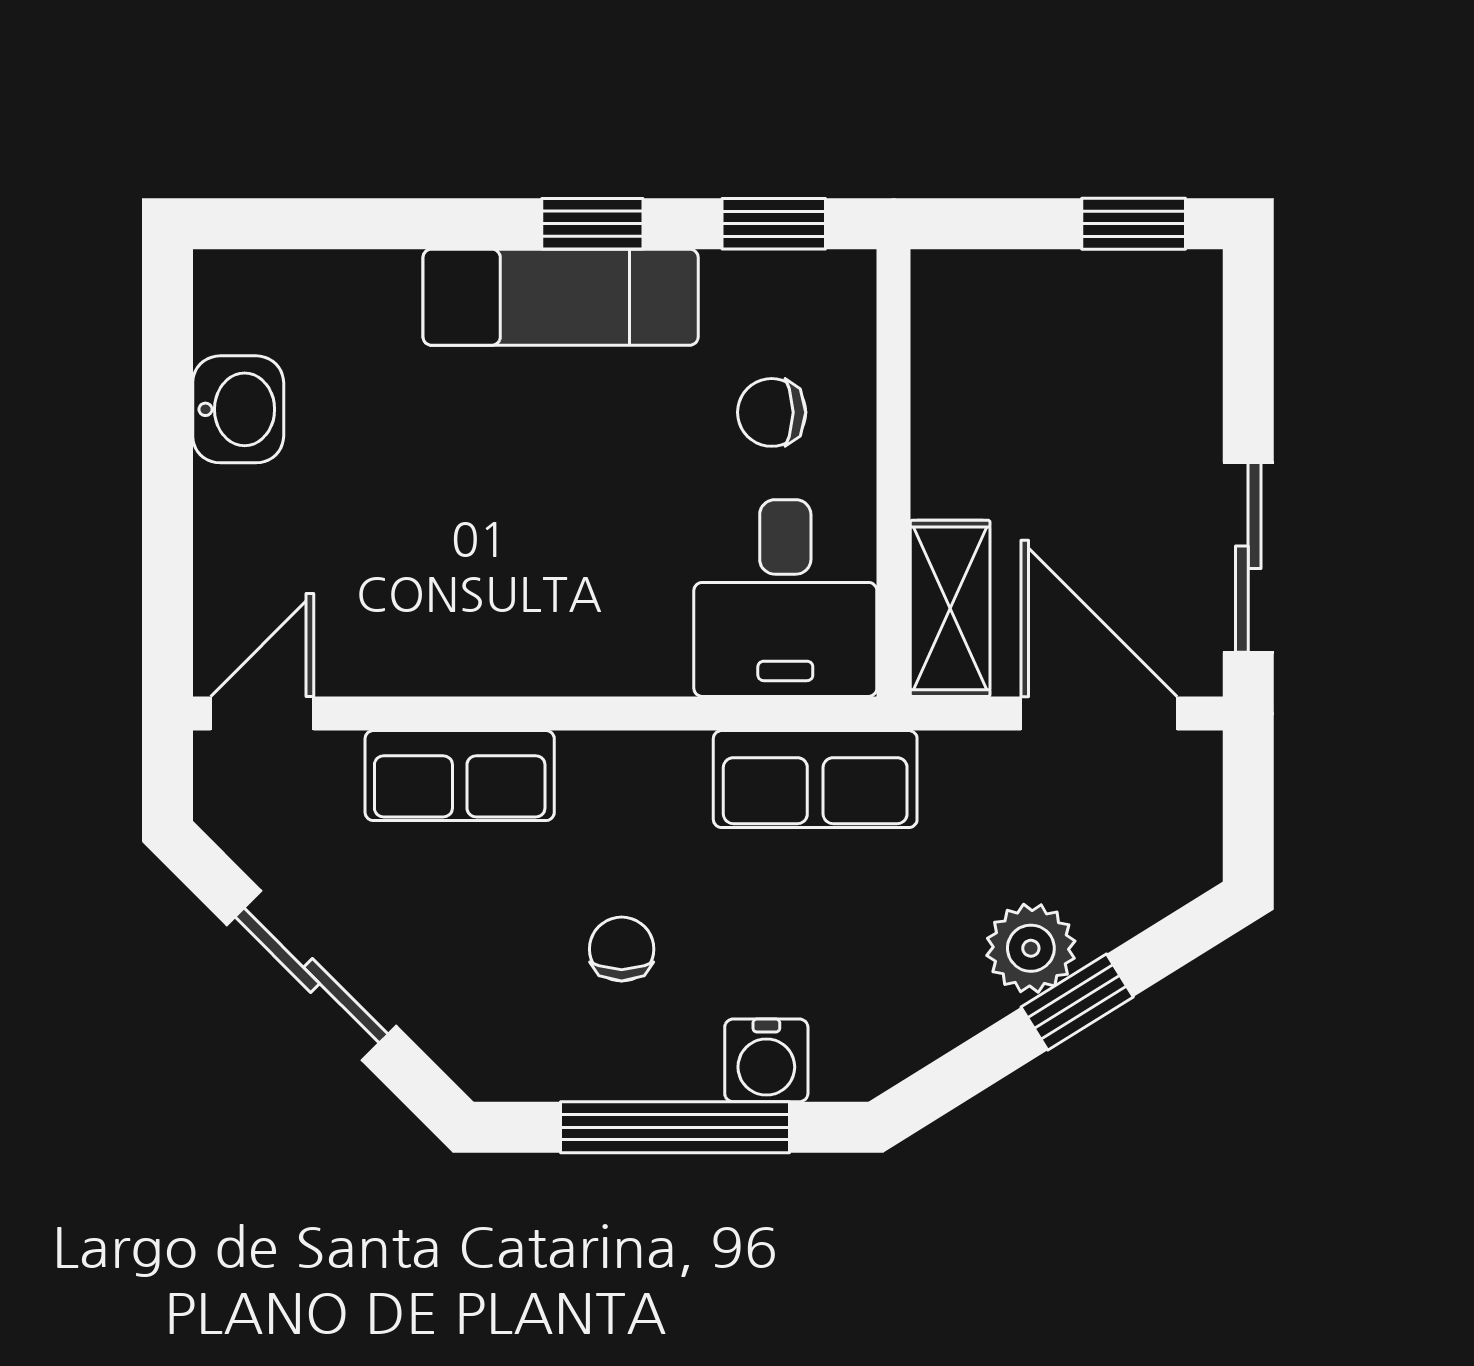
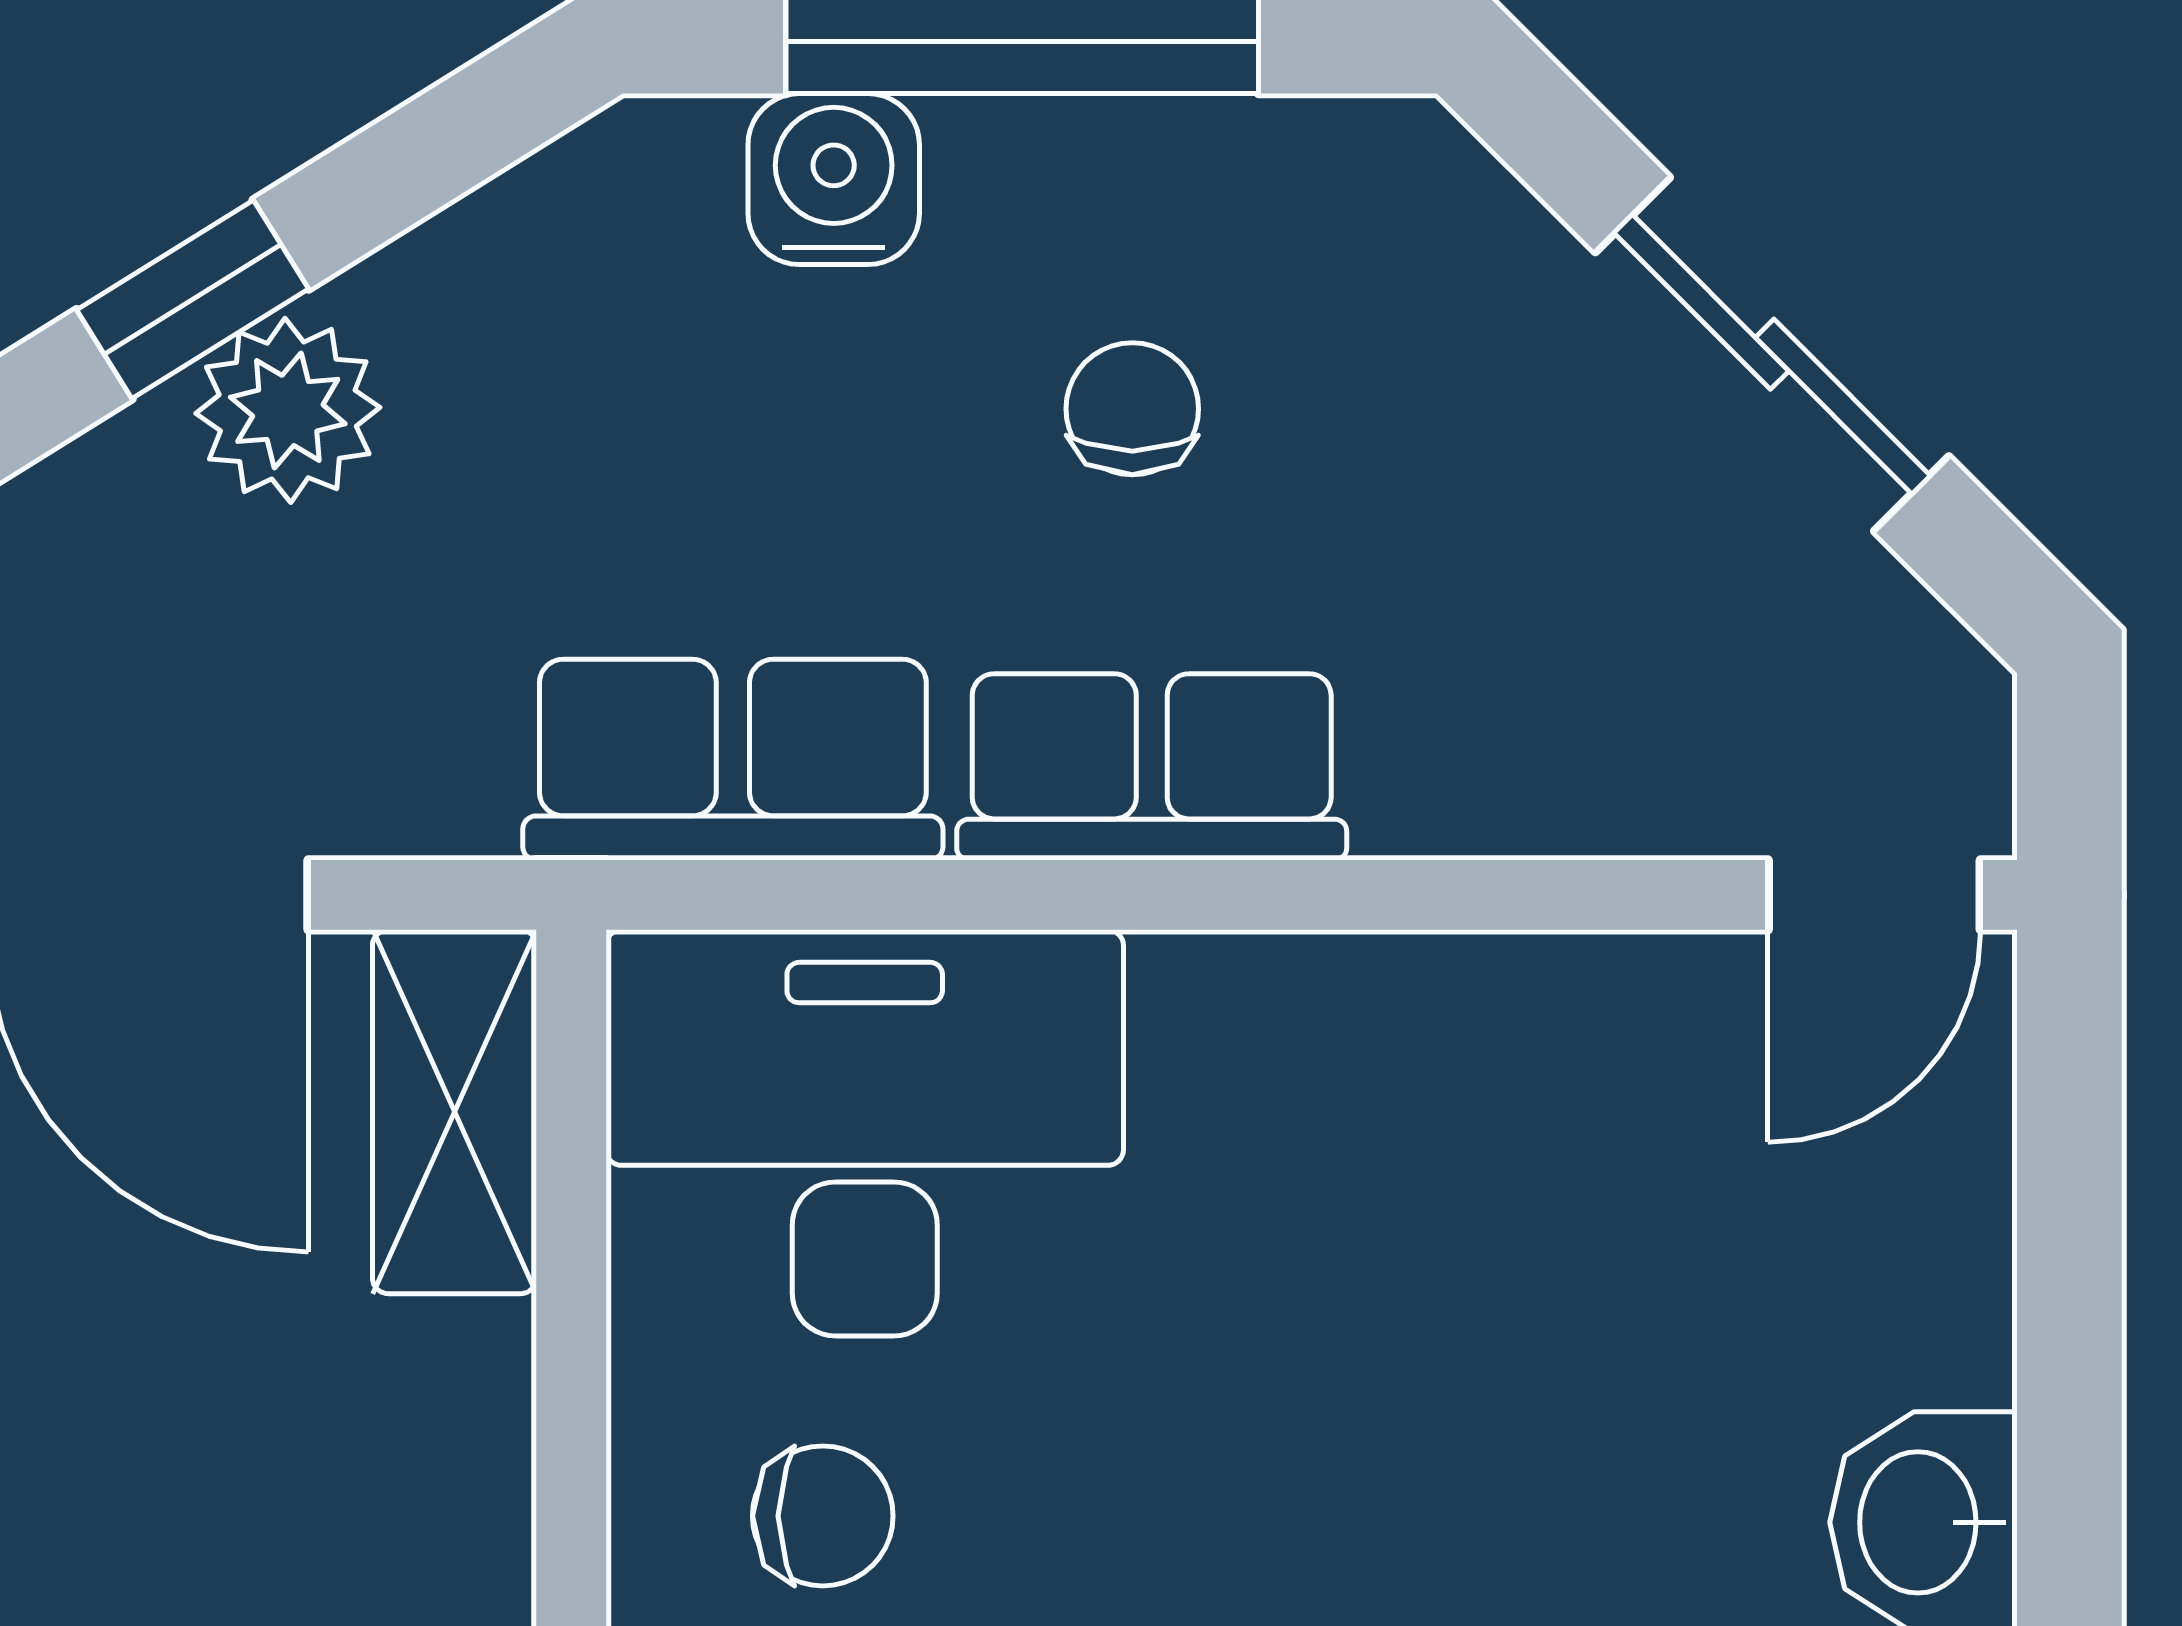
desk: (785, 598) -> (865, 1133), width x1.37
row of seats: (460, 776) -> (1152, 767), moved
chair: (622, 949) -> (1132, 409), turned 180

